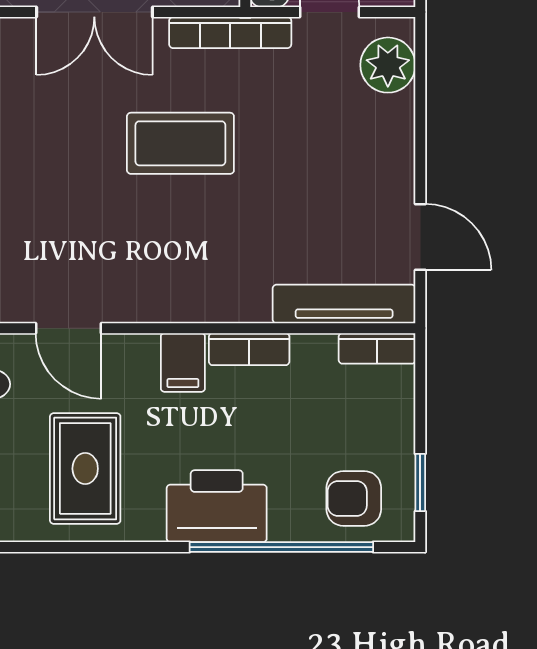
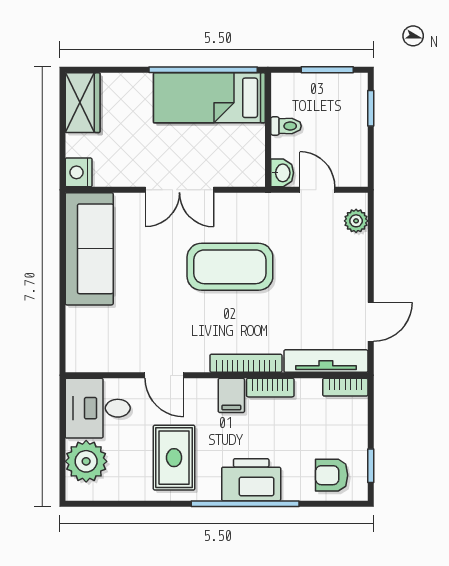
bookcase: (230, 32) -> (246, 363), moved, turned 180
plant: (388, 65) -> (356, 221), width x0.73, depth x0.73
coffee table: (180, 143) -> (230, 267), width x1.36, depth x1.32
door: (420, 237) -> (371, 322), hinge flipped
window: (281, 547) -> (245, 504), moved

